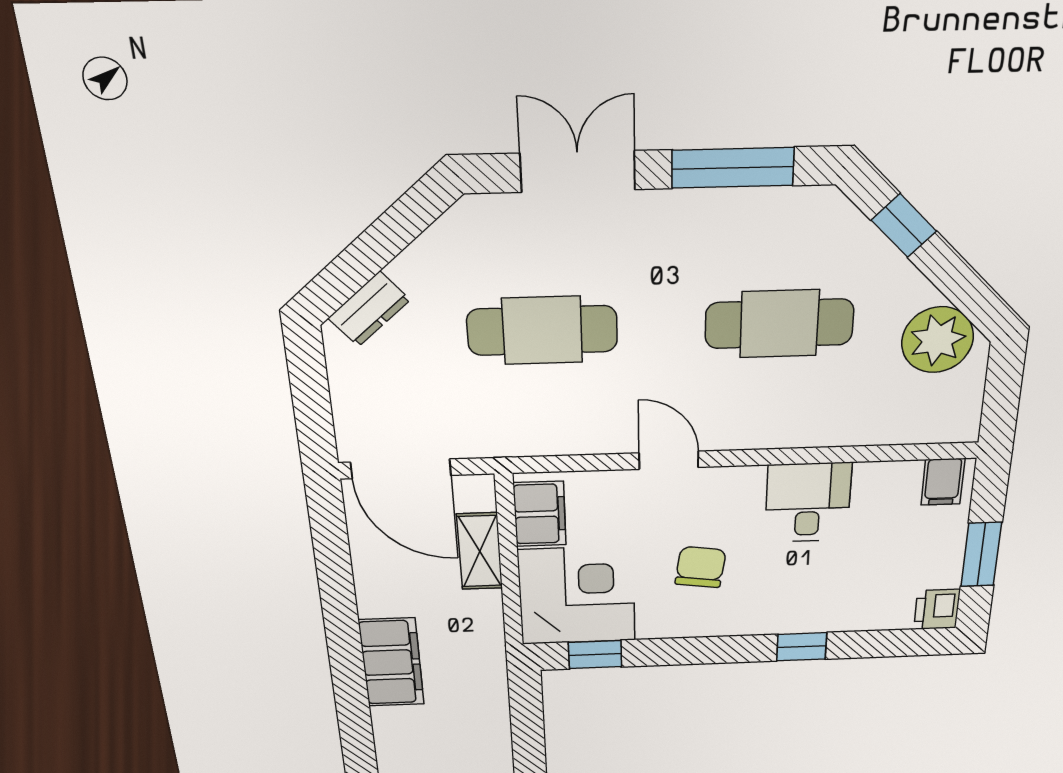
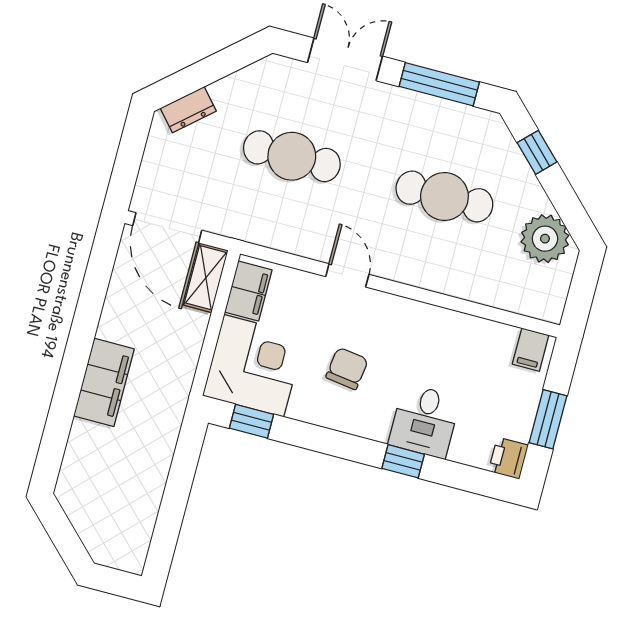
desk: (808, 503) -> (424, 421), moved, turned 180
shelving: (480, 551) -> (206, 278), moved

